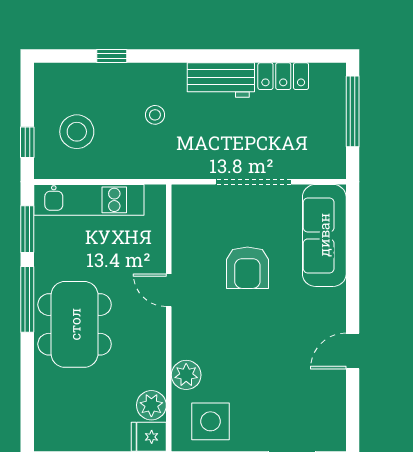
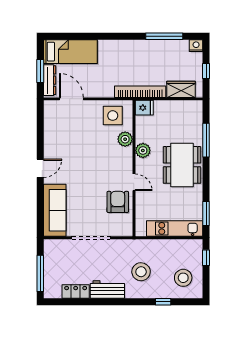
stool: (155, 115) -> (141, 272), width x1.89, depth x1.89
stool: (77, 132) -> (183, 278), moved
armchair: (247, 268) -> (118, 202), moved
window: (27, 299) -> (206, 140), moved
door: (353, 351) -> (40, 168), moved
plant: (151, 405) -> (143, 150), moved

